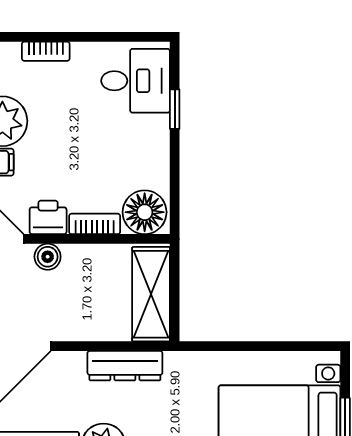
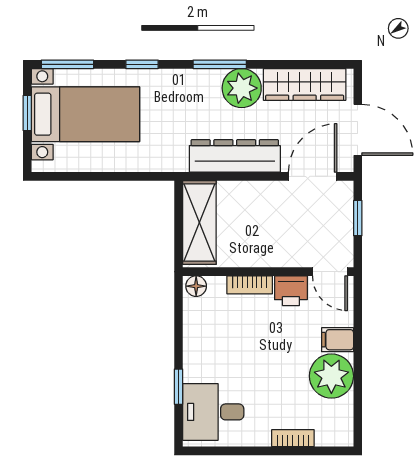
floor lamp: (145, 212) -> (196, 286), width x0.53, depth x0.53
boiler: (48, 257) -> (291, 256), removed
dresser: (125, 366) -> (235, 156), width x1.37, depth x1.24

